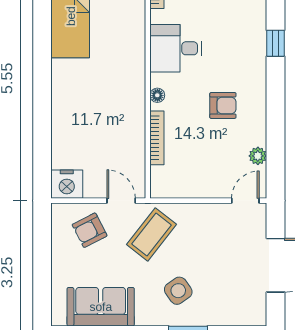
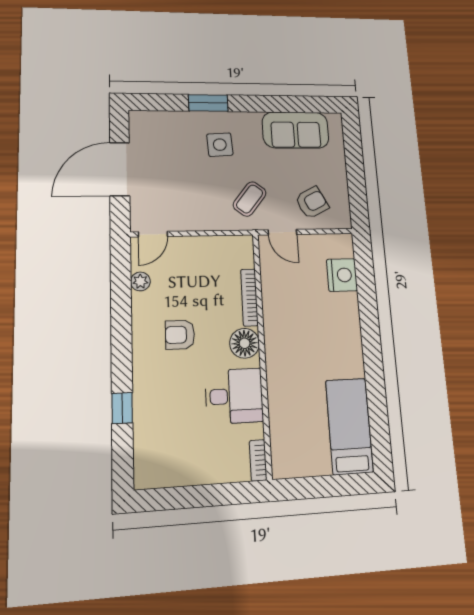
floor lamp: (157, 95) -> (245, 343), width x1.89, depth x1.89
nightstand: (67, 184) -> (342, 275), moved, turned 90
coffee table: (152, 234) -> (250, 199), width x0.73, depth x0.77
side table: (178, 291) -> (220, 145), turned 31

